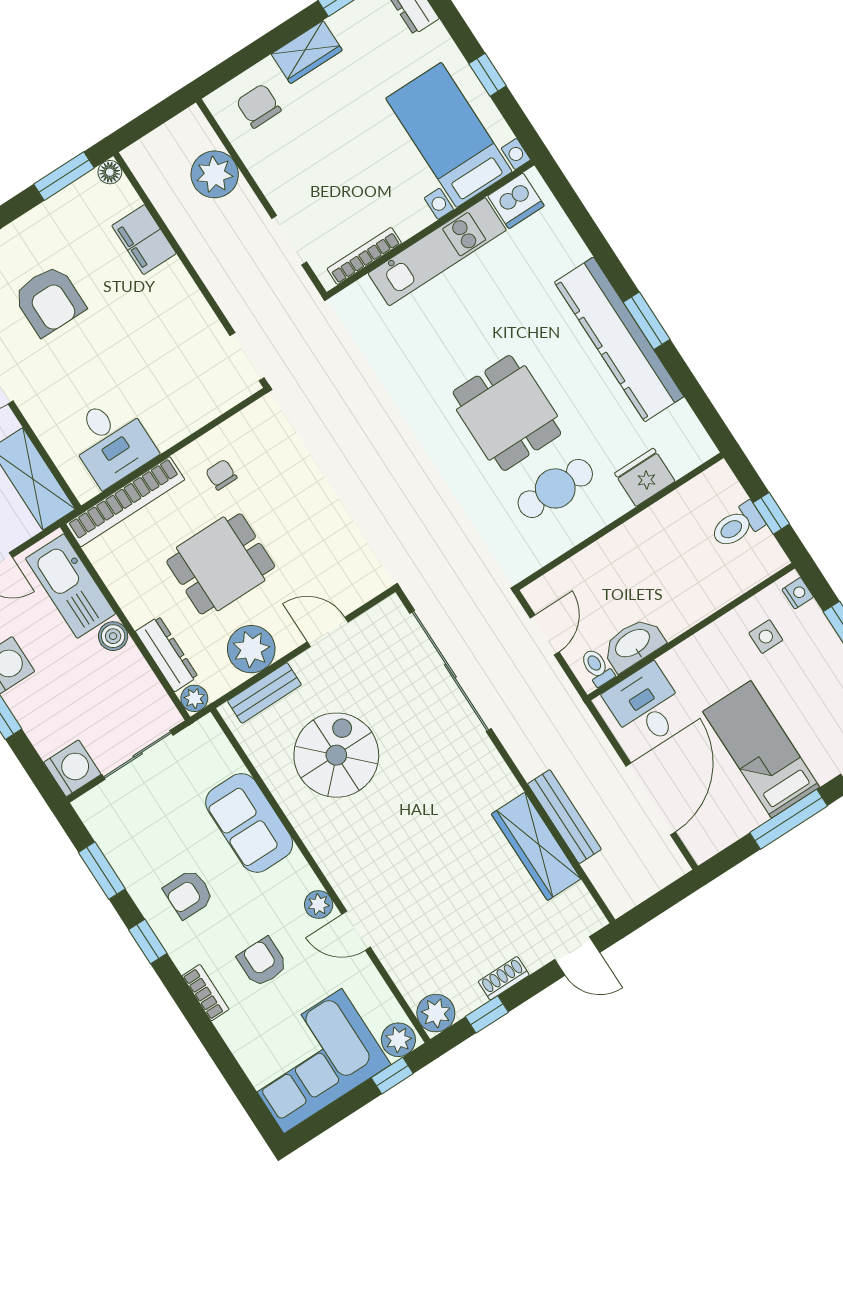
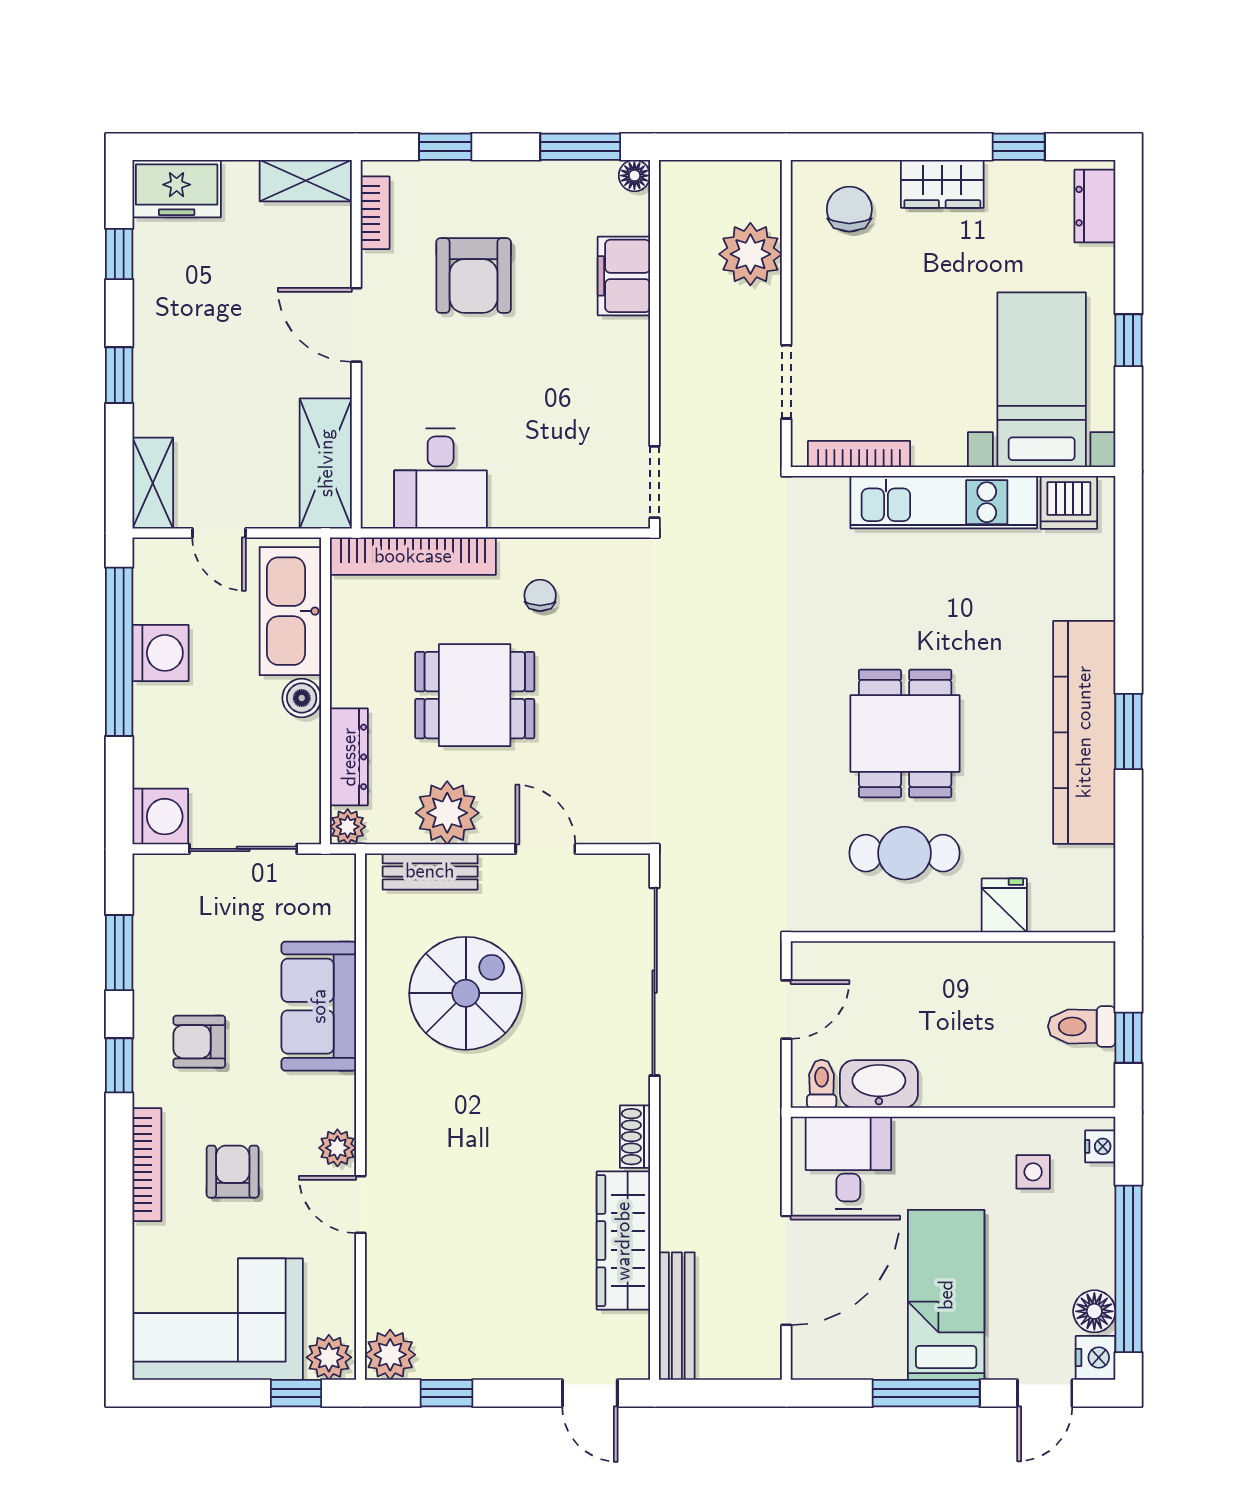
fridge: (645, 477) -> (1004, 905), width x0.72
bench: (564, 817) -> (677, 1316), moved
shoe rack: (504, 978) -> (635, 1137), moved, turned -90
bookcase: (205, 993) -> (147, 1165), width x1.56

